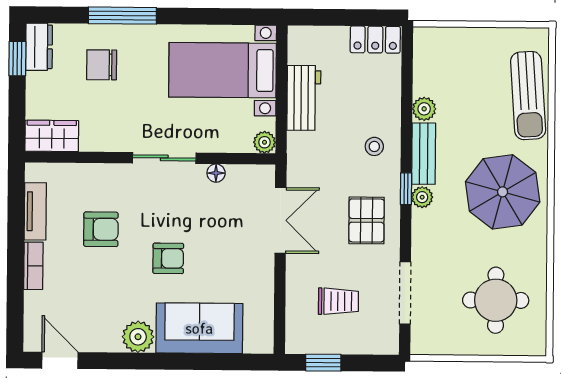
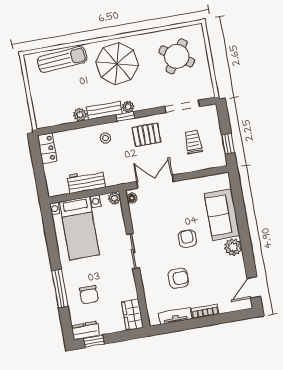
floor lamp: (216, 173) -> (132, 198), moved
armchair: (101, 229) -> (178, 278), turned 90
round table: (496, 300) -> (177, 56), turned 34

